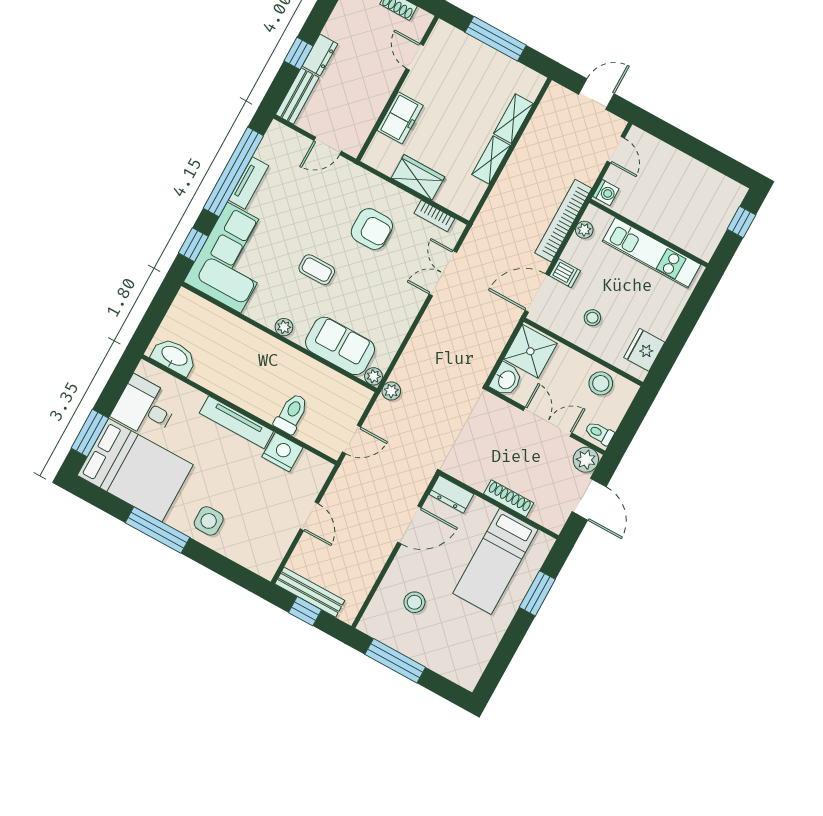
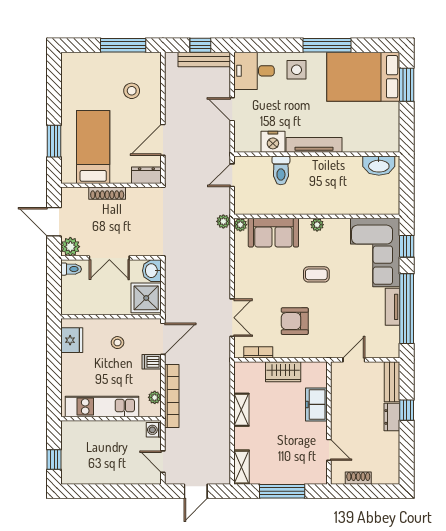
shelving: (513, 119) -> (242, 467), moved
stool: (601, 383) -> (88, 302), removed
desk: (145, 408) -> (254, 71), moved, turned 180

